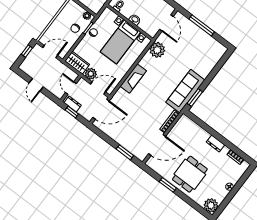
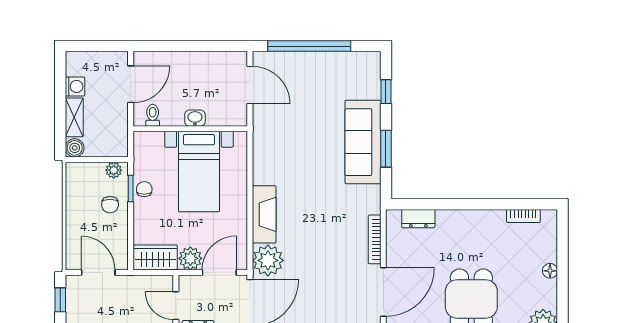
window: (202, 25) -> (309, 46), width x1.46
plant: (157, 50) -> (268, 260), moved
door: (50, 52) -> (98, 273), hinge flipped
window: (218, 66) -> (386, 92), added
sofa: (185, 91) -> (363, 142), moved
window: (195, 98) -> (386, 149), moved
dresser: (215, 143) -> (418, 219), moved

